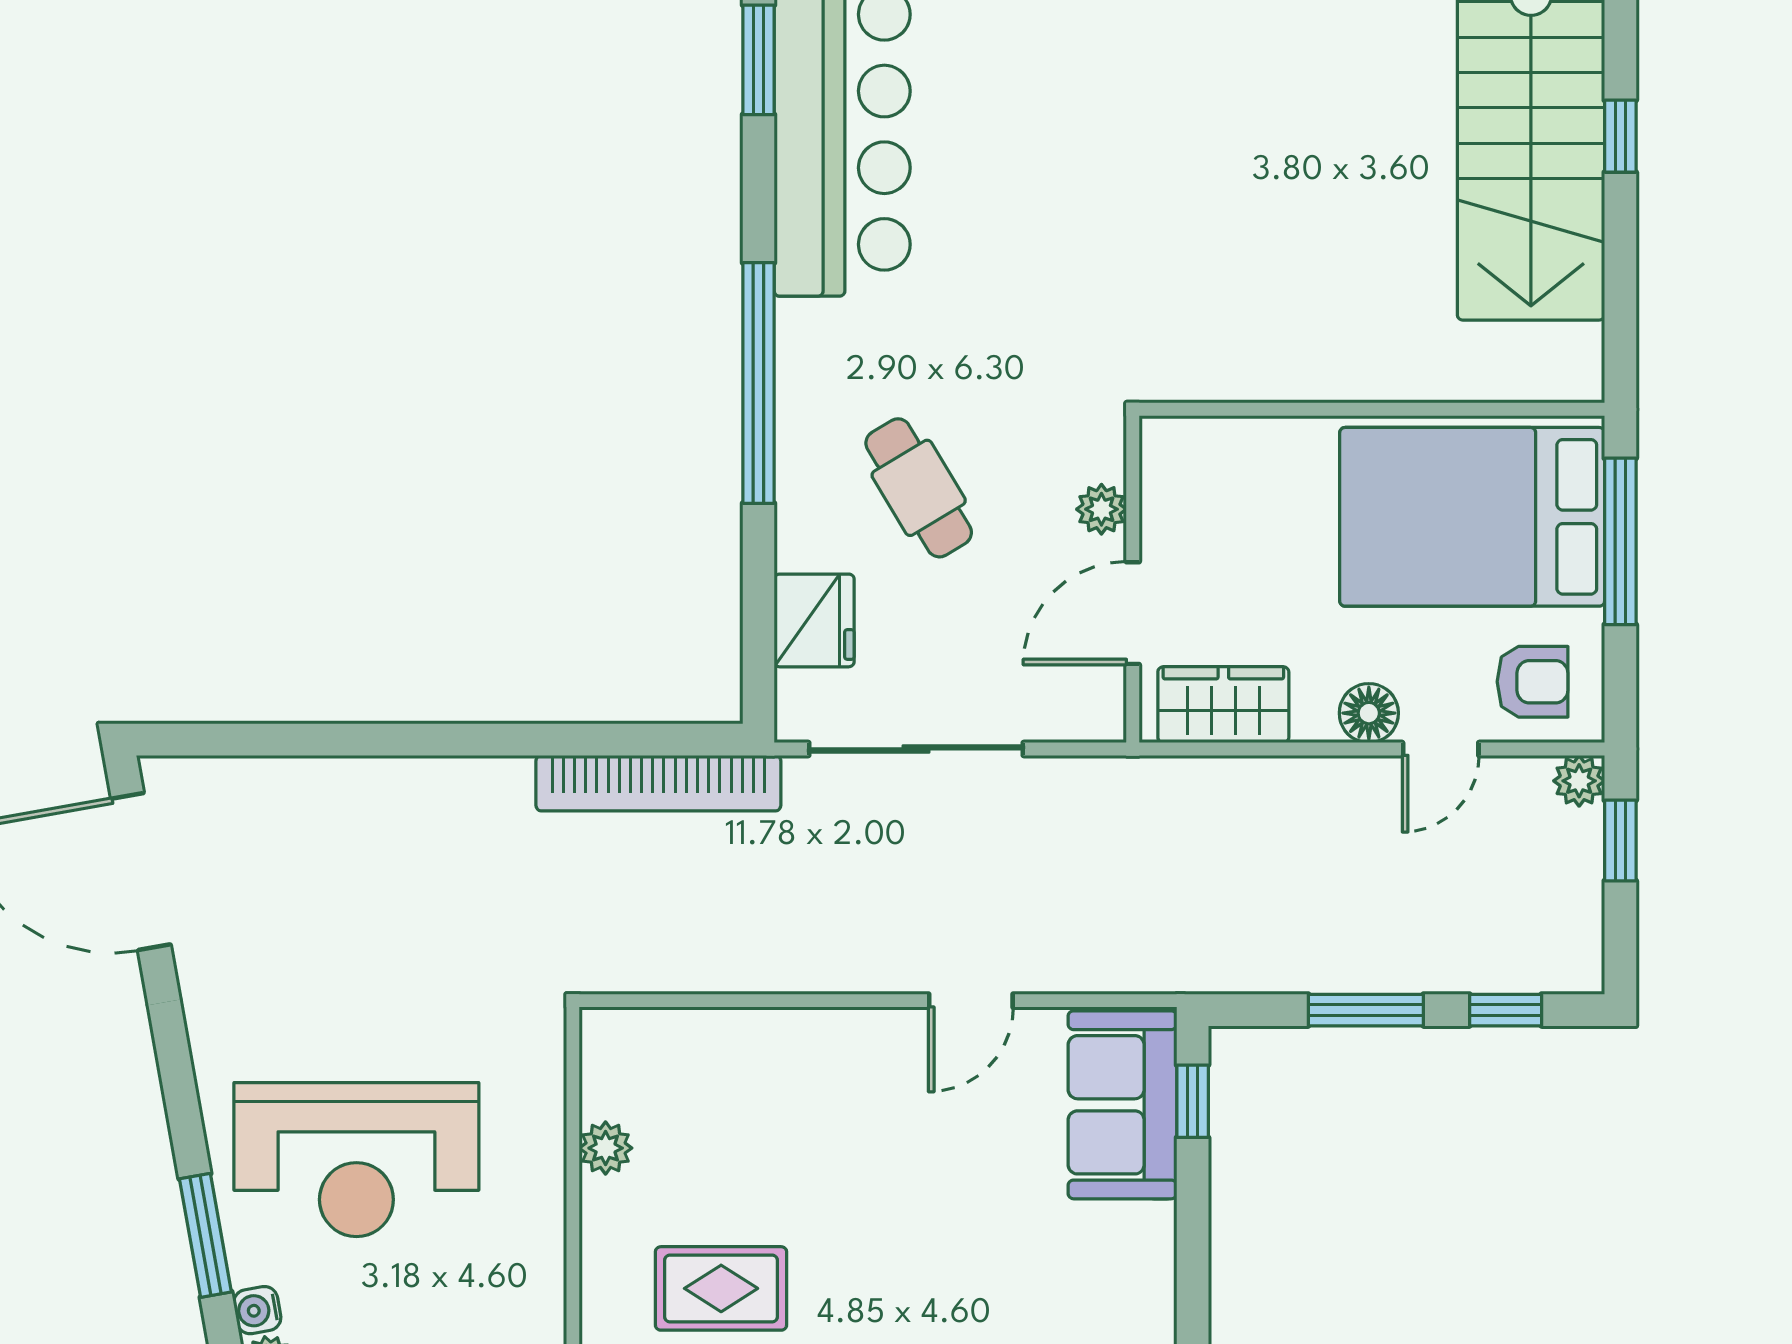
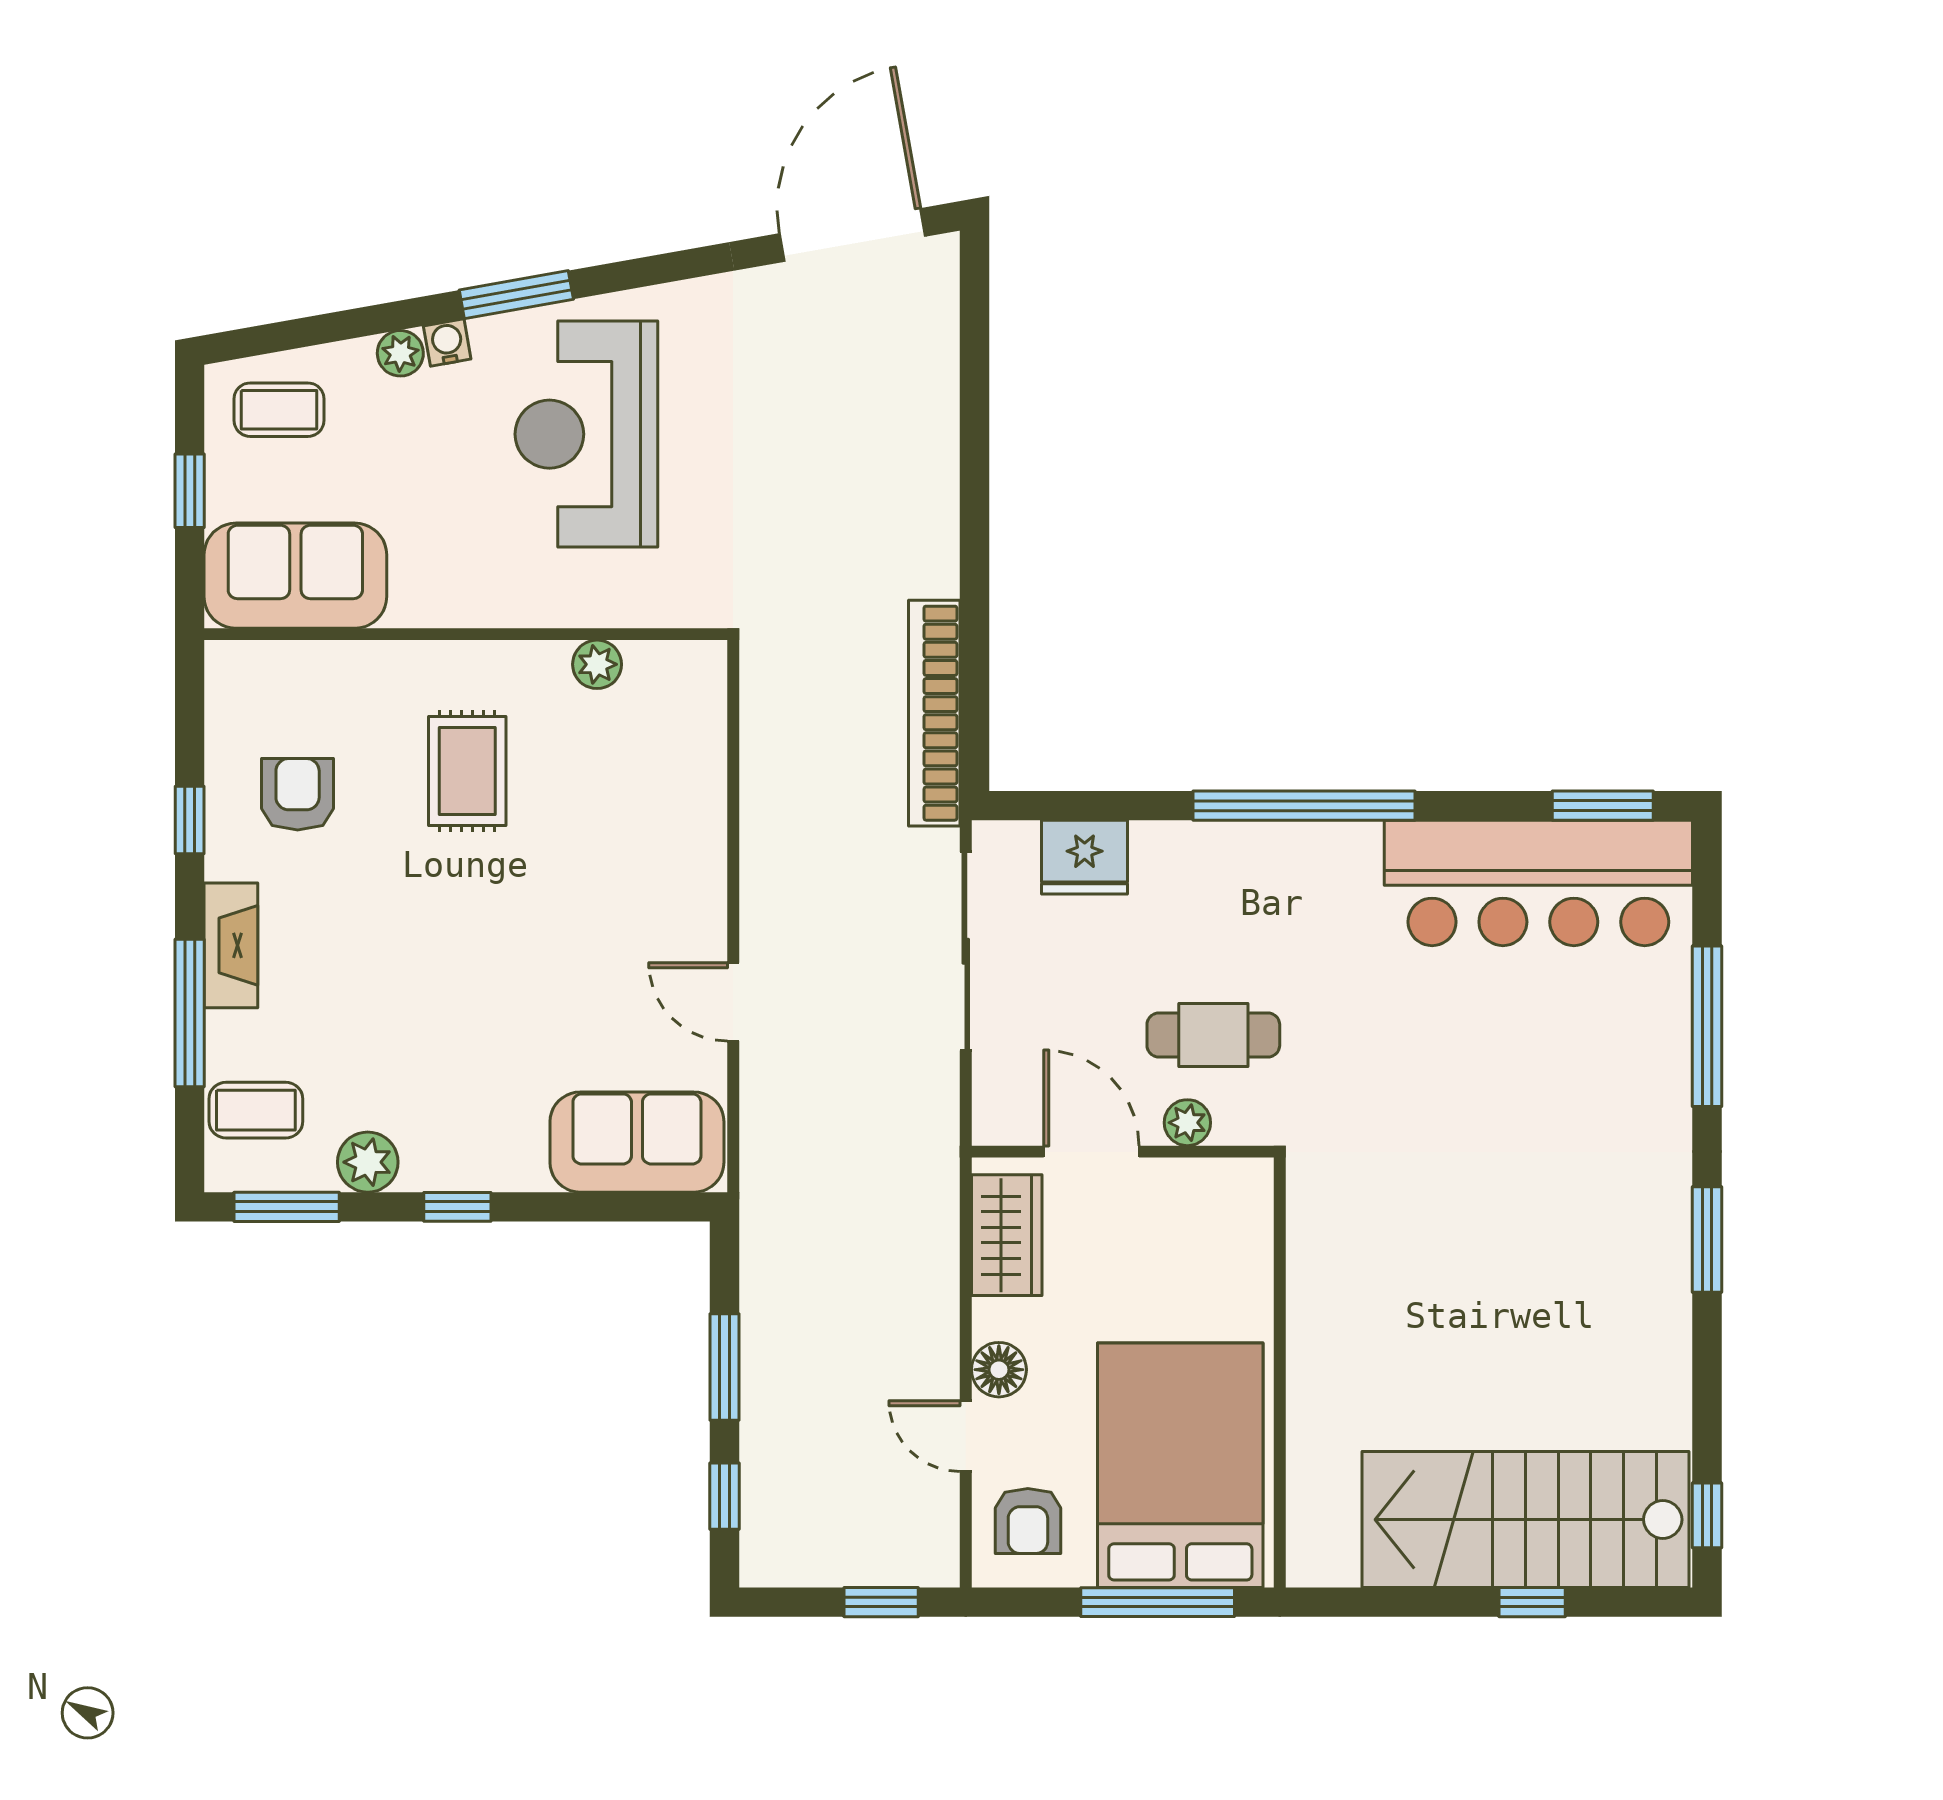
cafe table: (919, 488) -> (1213, 1035), moved, turned 31
plant: (1579, 781) -> (936, 1564), removed
window: (1193, 1101) -> (457, 1207), moved

